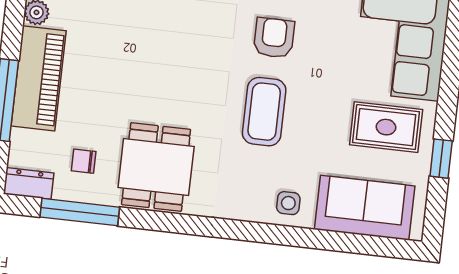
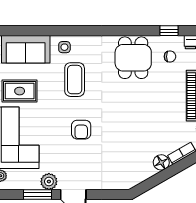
coffee table: (264, 112) -> (75, 80), moved
window: (80, 212) -> (169, 31), width x0.46

